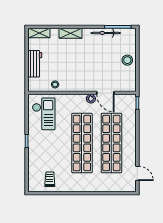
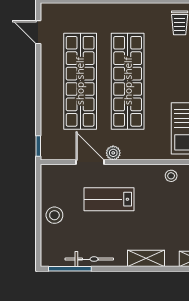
lab bench: (94, 70) -> (109, 199), added

